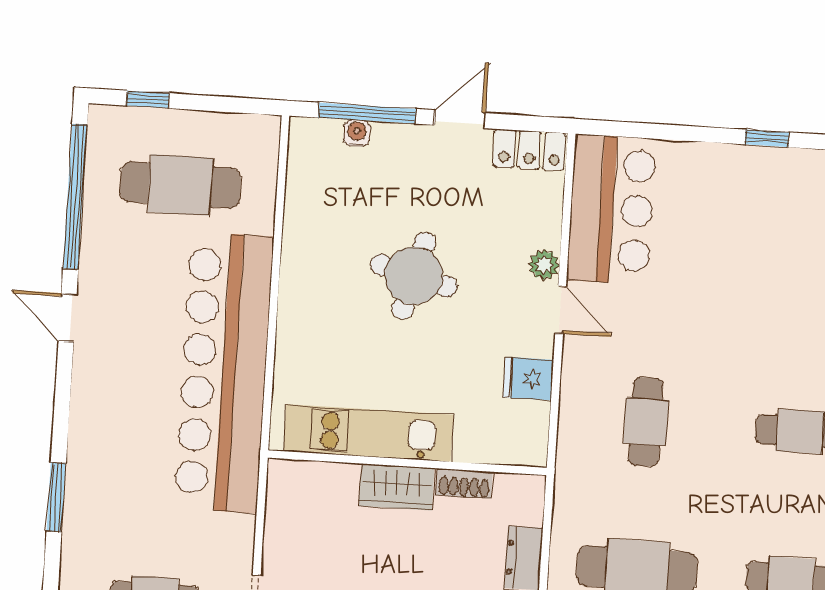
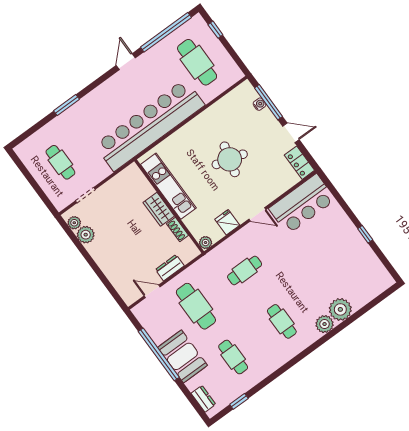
plant: (544, 265) -> (206, 243), moved
door: (561, 310) -> (257, 214), hinge flipped

